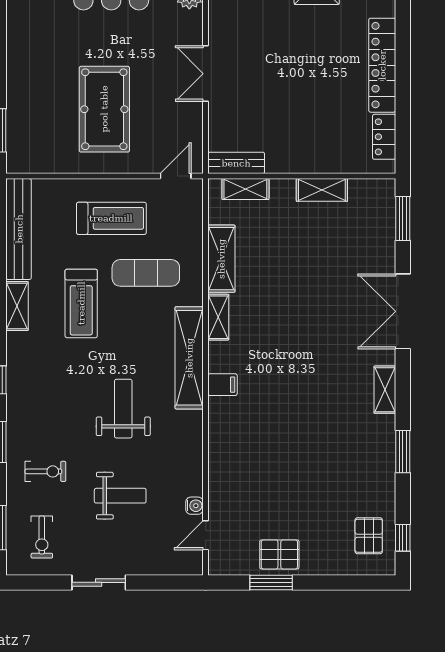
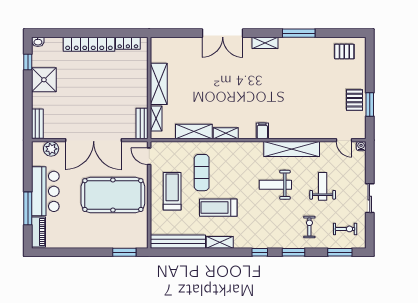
double door: (206, 74) -> (94, 140), width x1.87
pool table: (104, 109) -> (113, 195), width x1.36, depth x1.32
shelving: (322, 190) -> (159, 84), width x1.50, depth x1.33
window: (403, 219) -> (172, 33), removed
treadmill: (81, 303) -> (218, 208), turned 180
shelving: (189, 358) -> (292, 149), moved
window: (403, 452) -> (299, 33), width x1.44
water cooler: (194, 506) -> (361, 146), moved
window: (403, 538) -> (345, 33), removed

